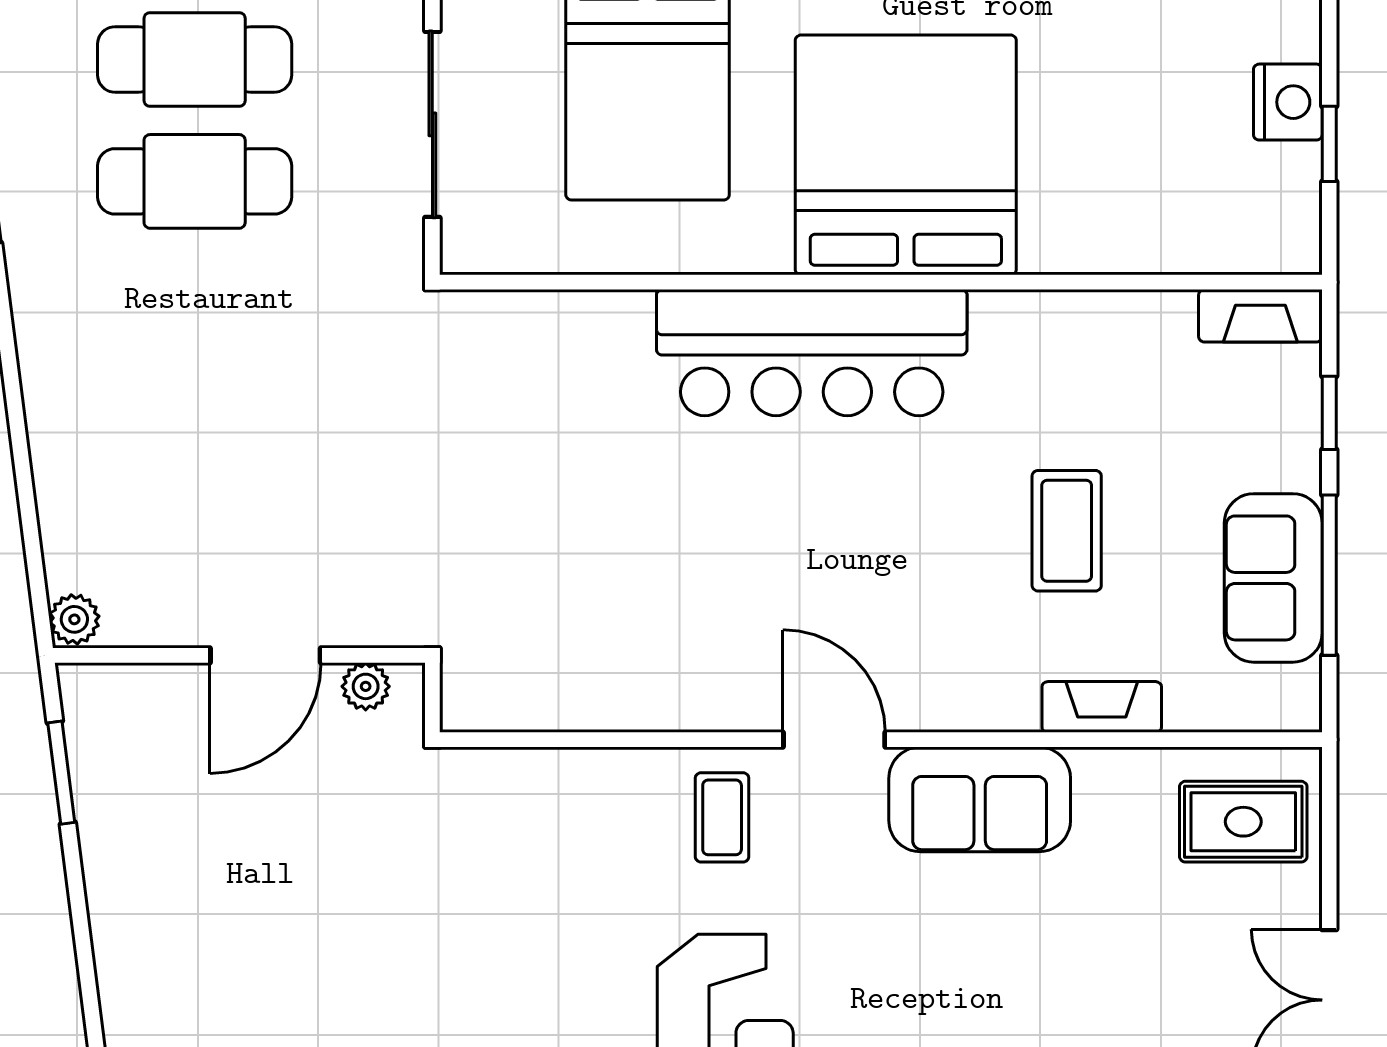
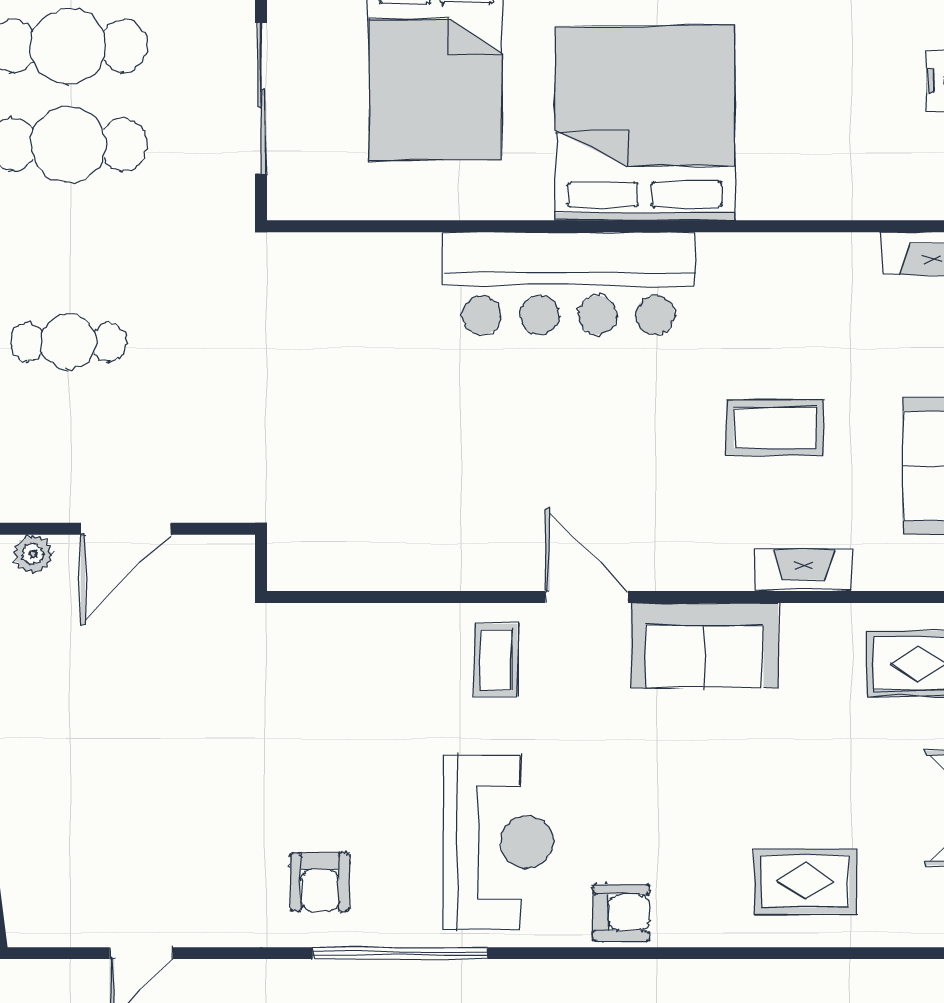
cafe table: (195, 425) -> (68, 342), added
coffee table: (1067, 531) -> (775, 428), turned 90
plant: (366, 686) -> (33, 554), moved

